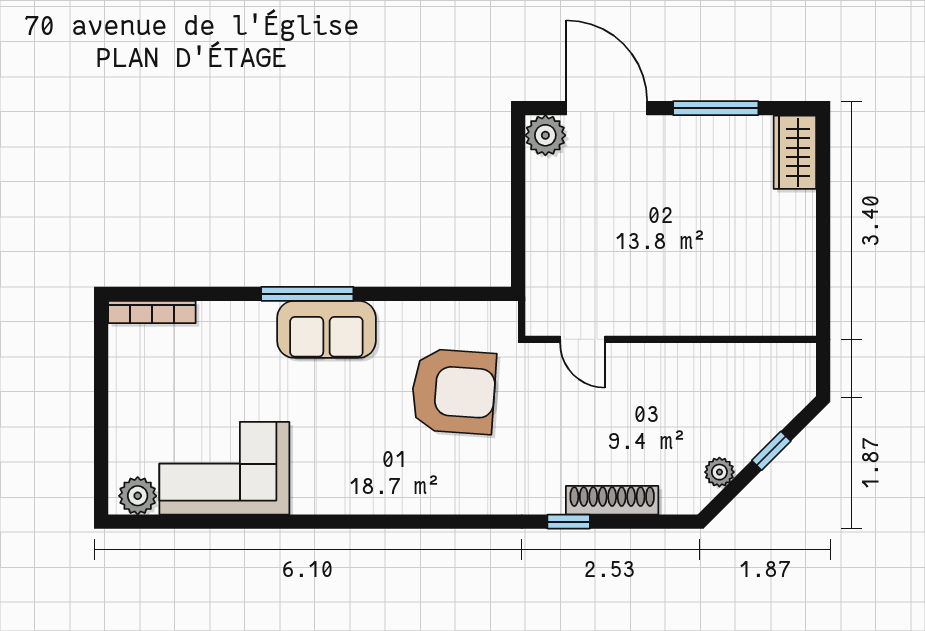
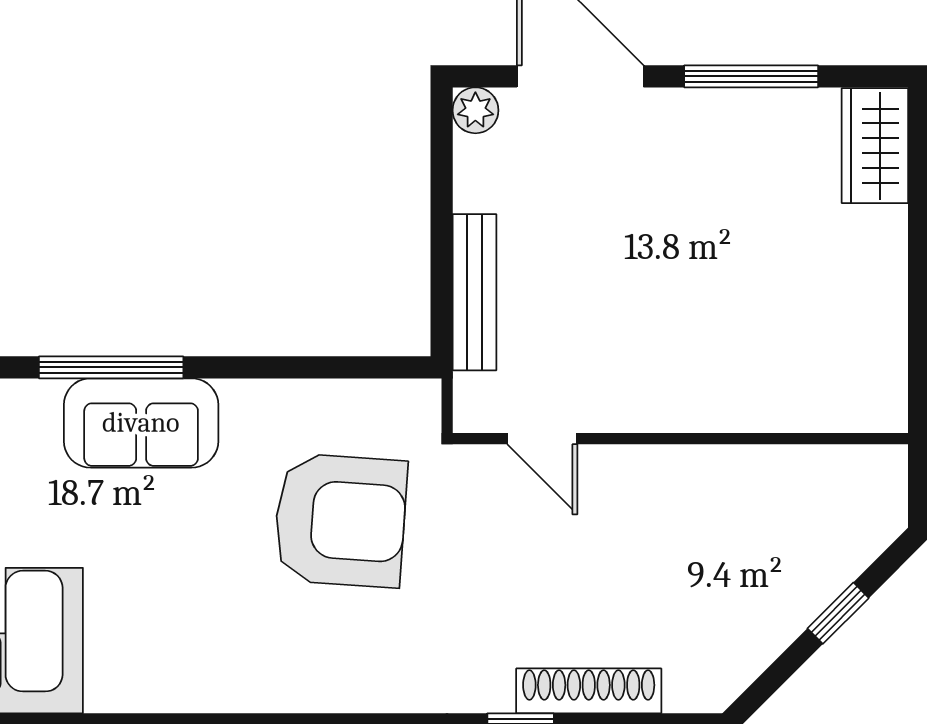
plant: (545, 135) -> (475, 110), width x0.73, depth x0.73
bench: (539, 246) -> (474, 292), added
plant: (719, 472) -> (757, 647), removed

